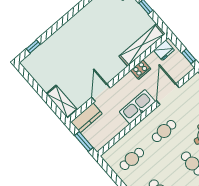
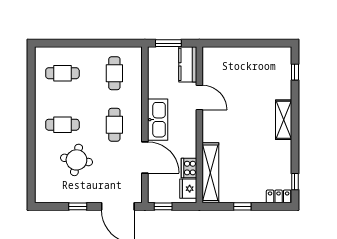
cooker: (141, 70) -> (189, 168), moved
shelving: (62, 102) -> (284, 120), moved, turned 90

